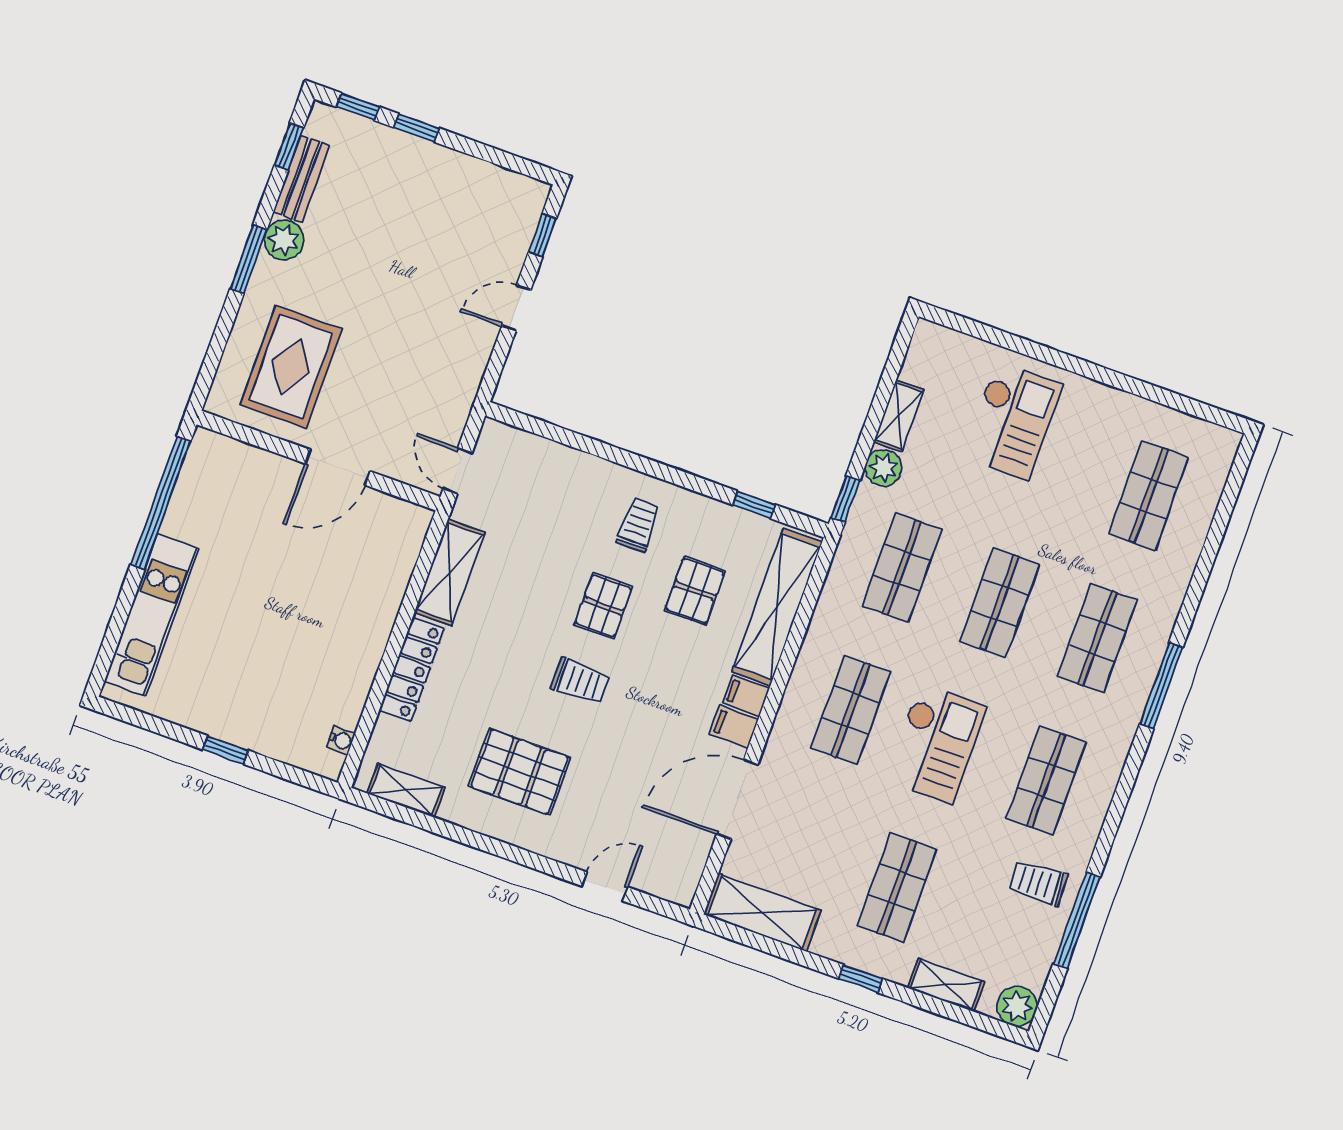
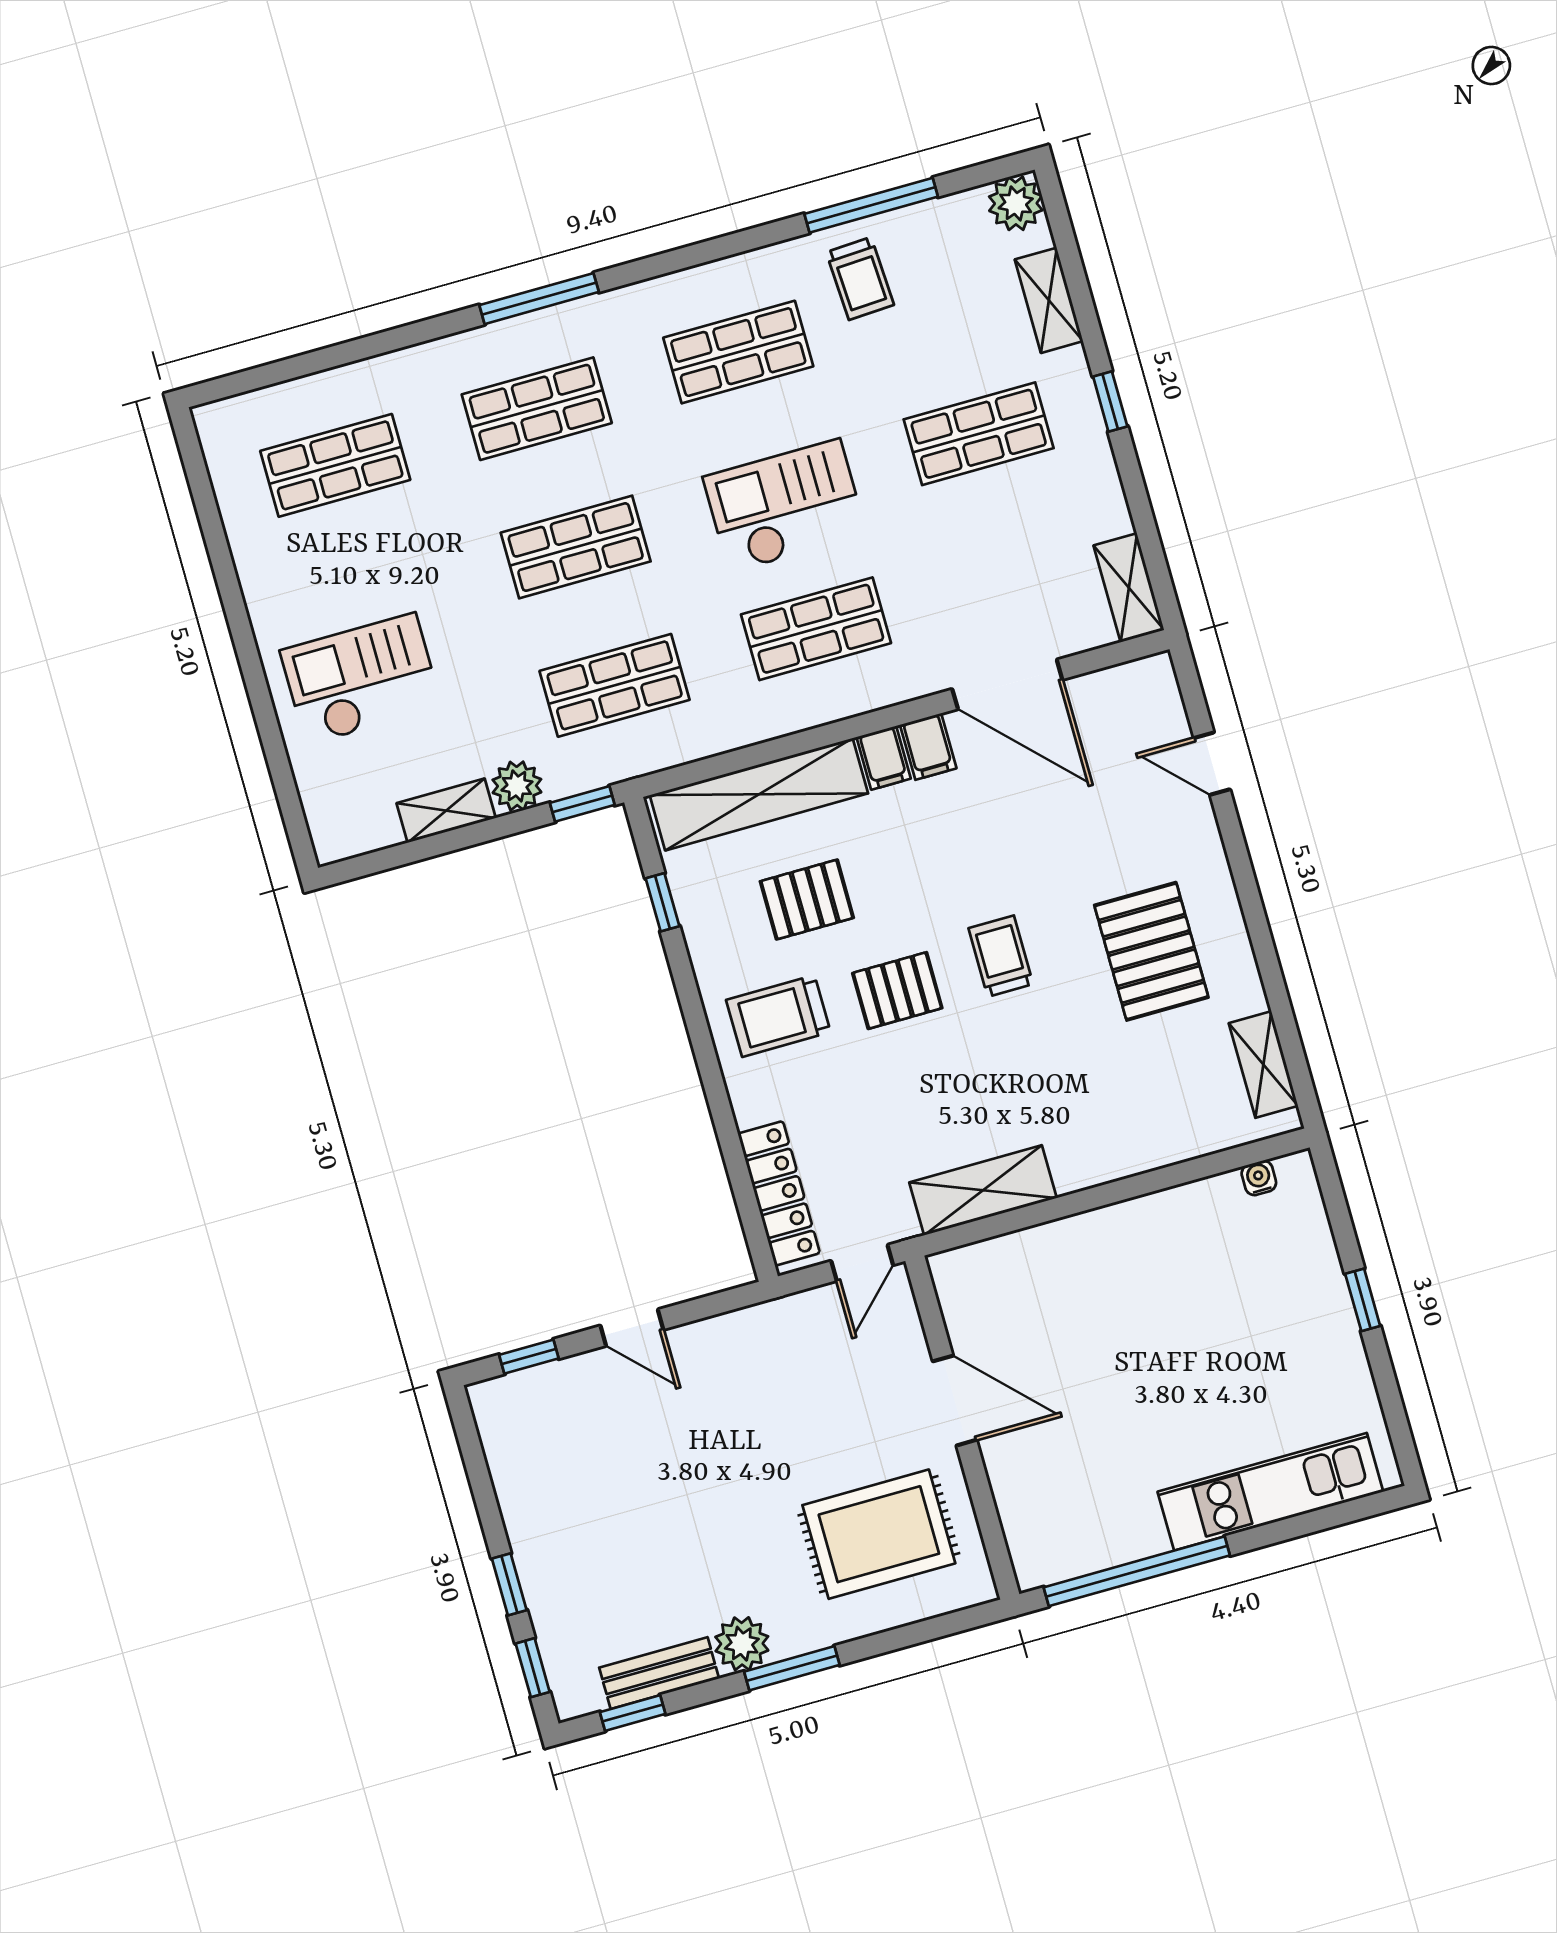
trolley: (638, 525) -> (778, 1016), width x1.36, depth x1.39
locker: (412, 669) -> (779, 1193), moved, turned 90
shelving: (762, 912) -> (1129, 588), width x0.67, depth x0.75

